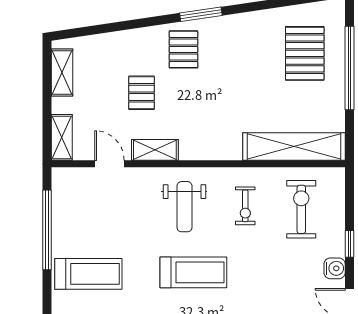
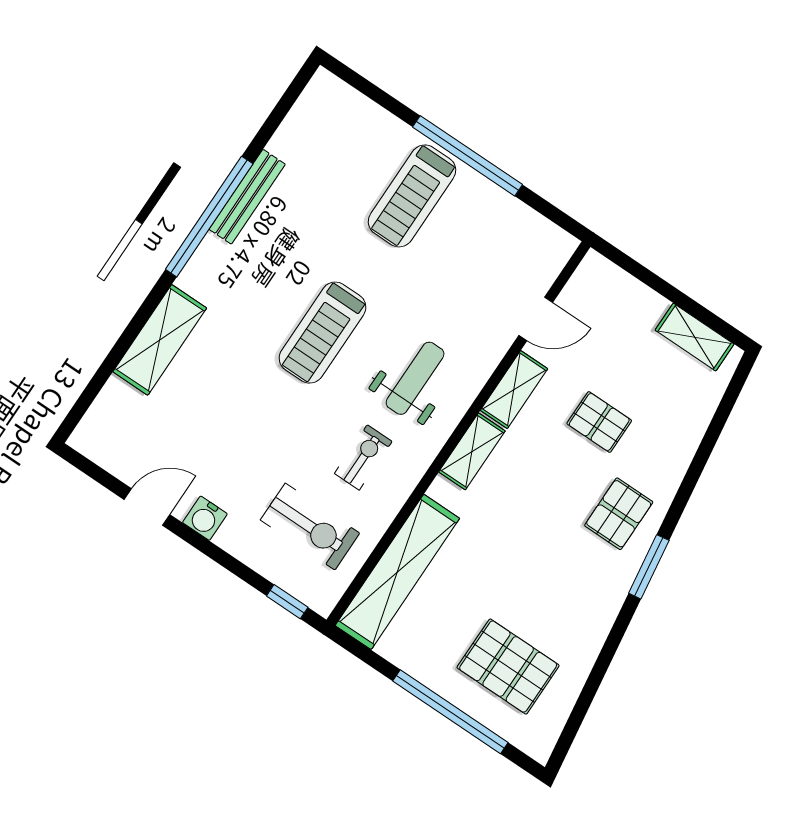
pallet: (183, 49) -> (619, 514), turned 90
shelving: (62, 137) -> (472, 451), moved, turned 90
exercise bike: (245, 206) -> (363, 457), turned 90
weight bench: (184, 207) -> (415, 378), turned 90
window: (47, 230) -> (467, 156), moved
window: (349, 244) -> (287, 602), moved

